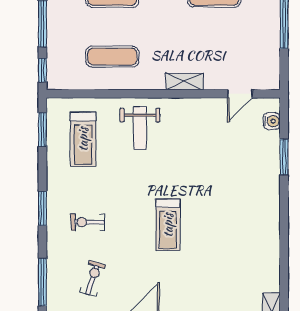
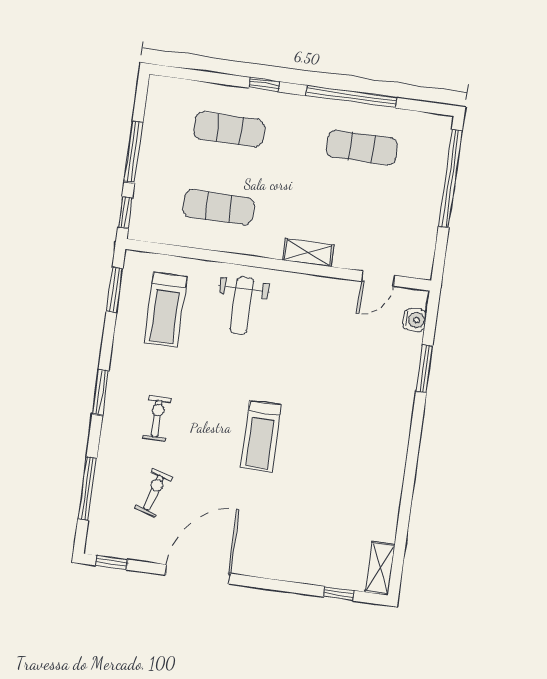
exercise bike: (88, 222) -> (157, 419), turned 90

